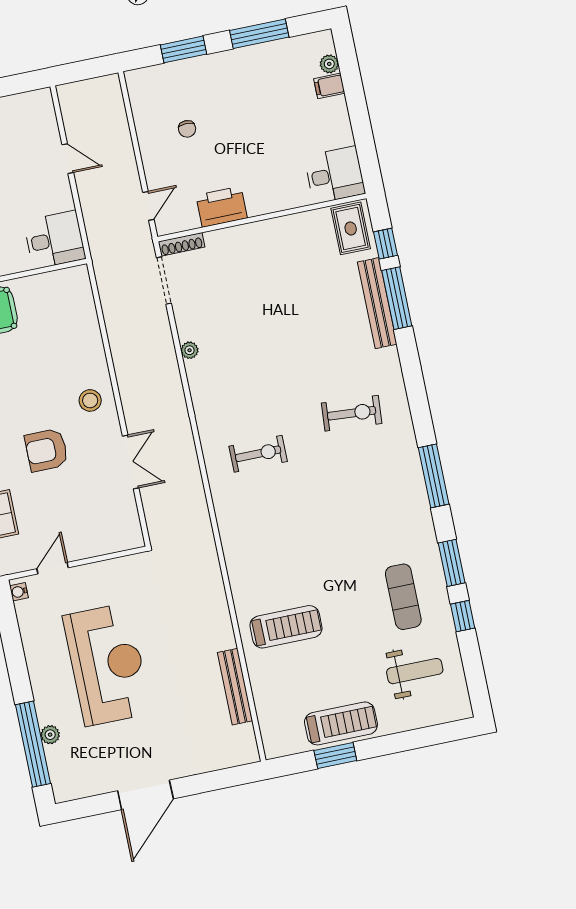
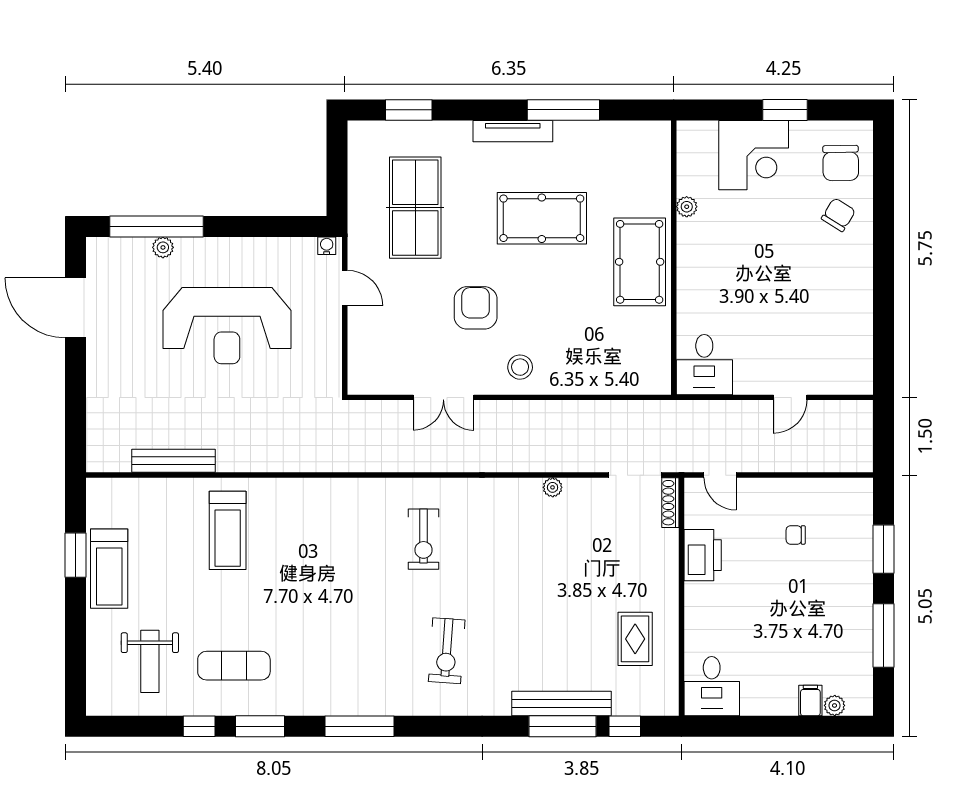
rug: (351, 228) -> (635, 639), moved, turned 90
door: (145, 795) -> (75, 308), moved

